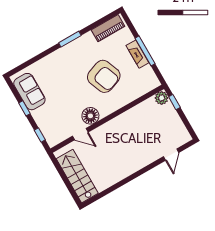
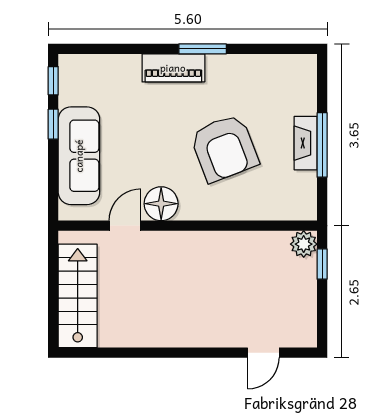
piano: (108, 28) -> (173, 68), moved
sofa: (29, 92) -> (79, 156), moved, width x1.36
door: (80, 134) -> (125, 226), swing flipped
window: (40, 135) -> (53, 81), moved

